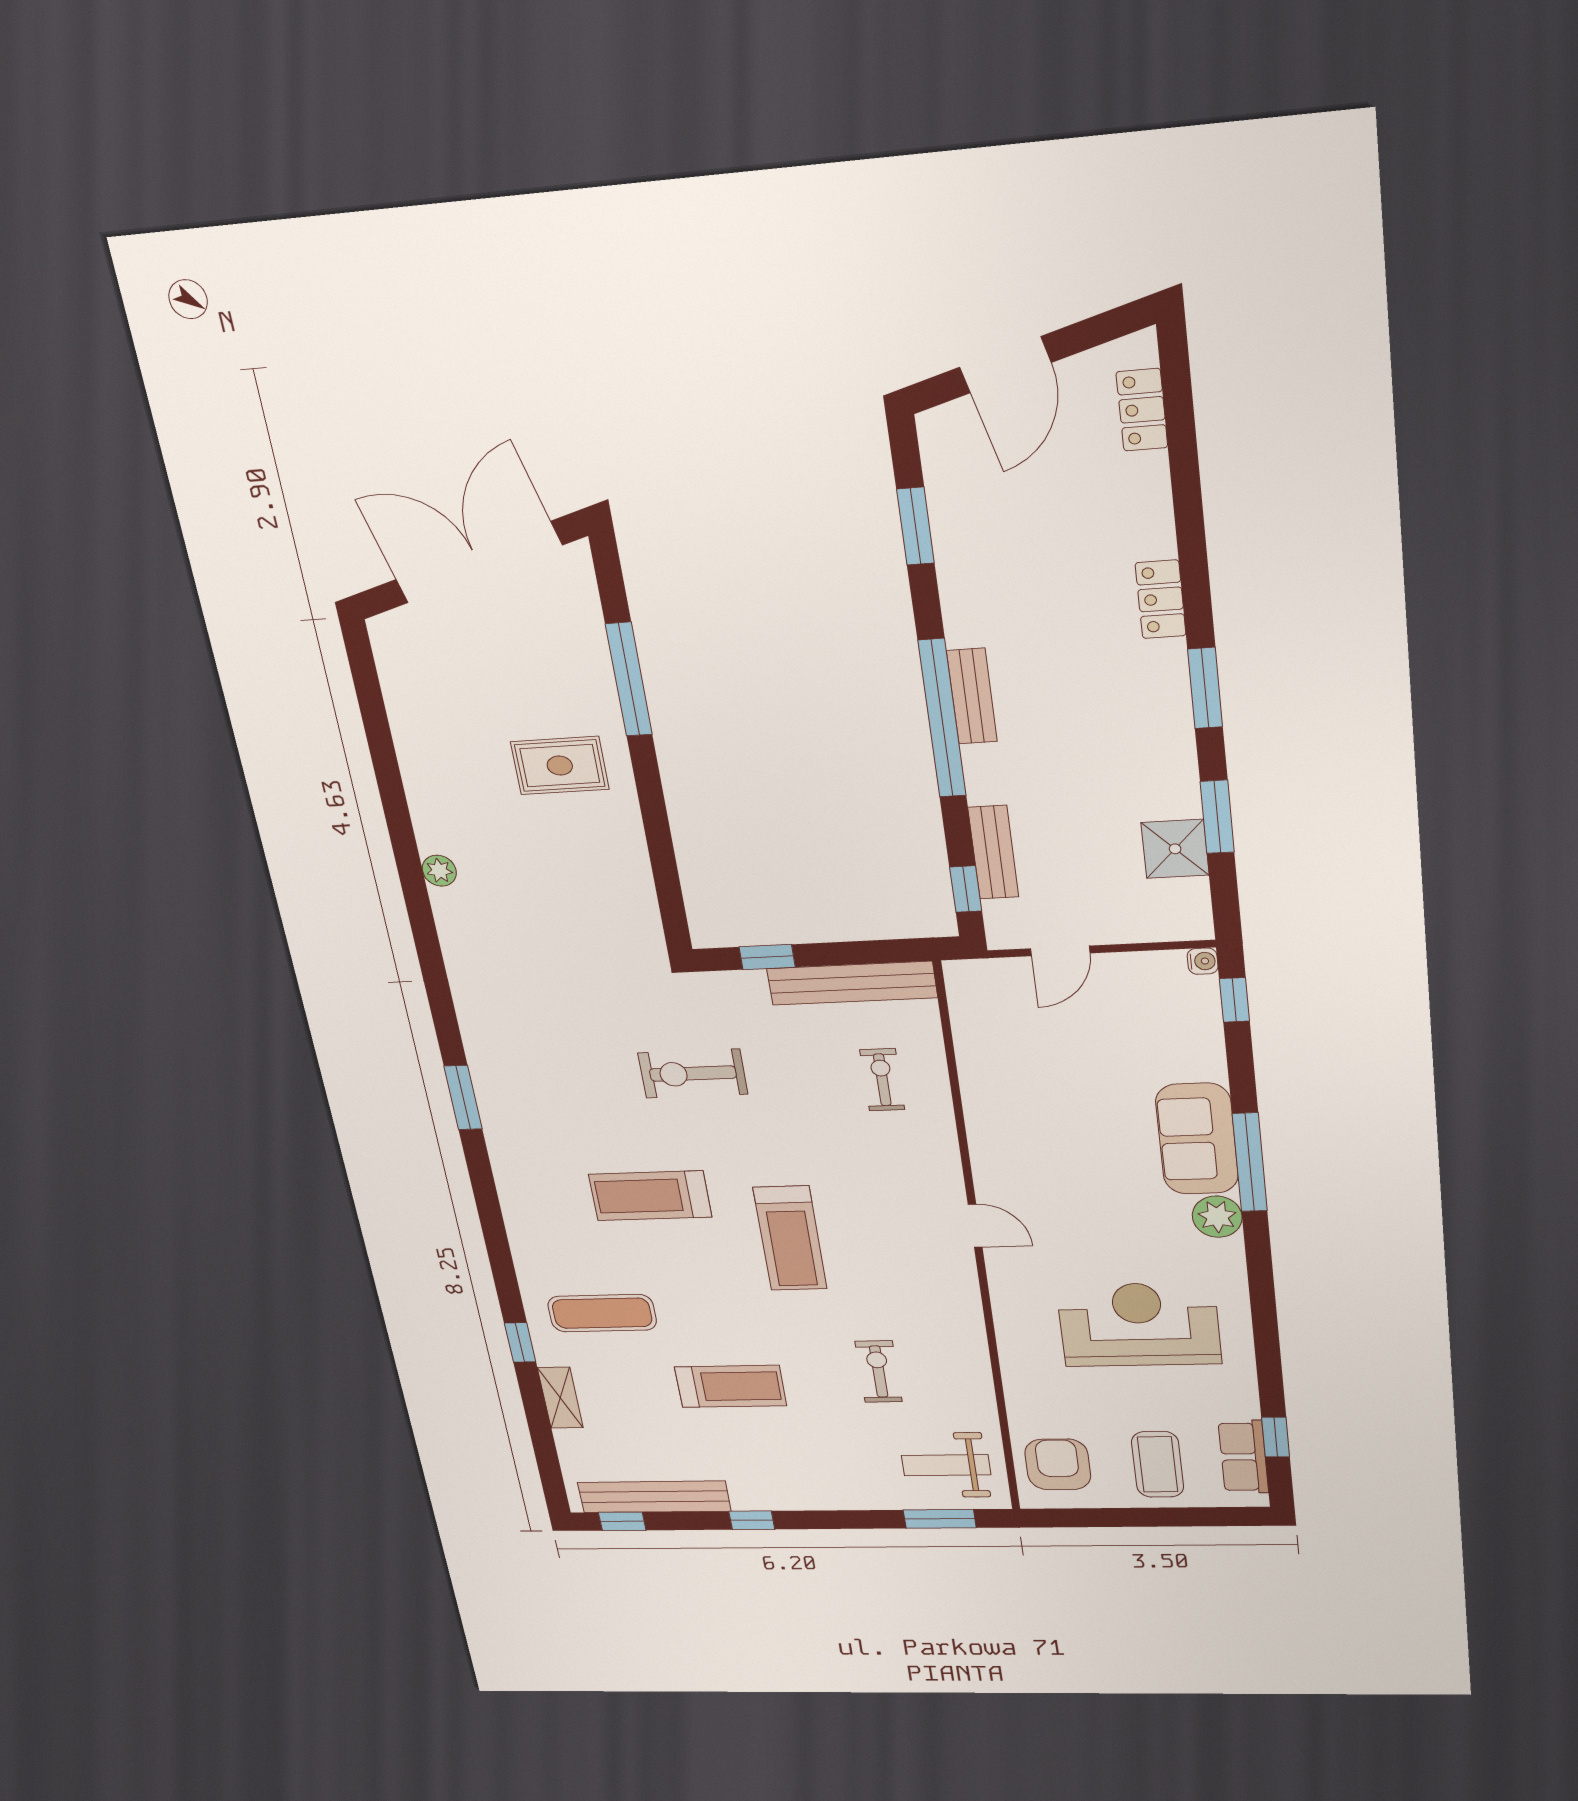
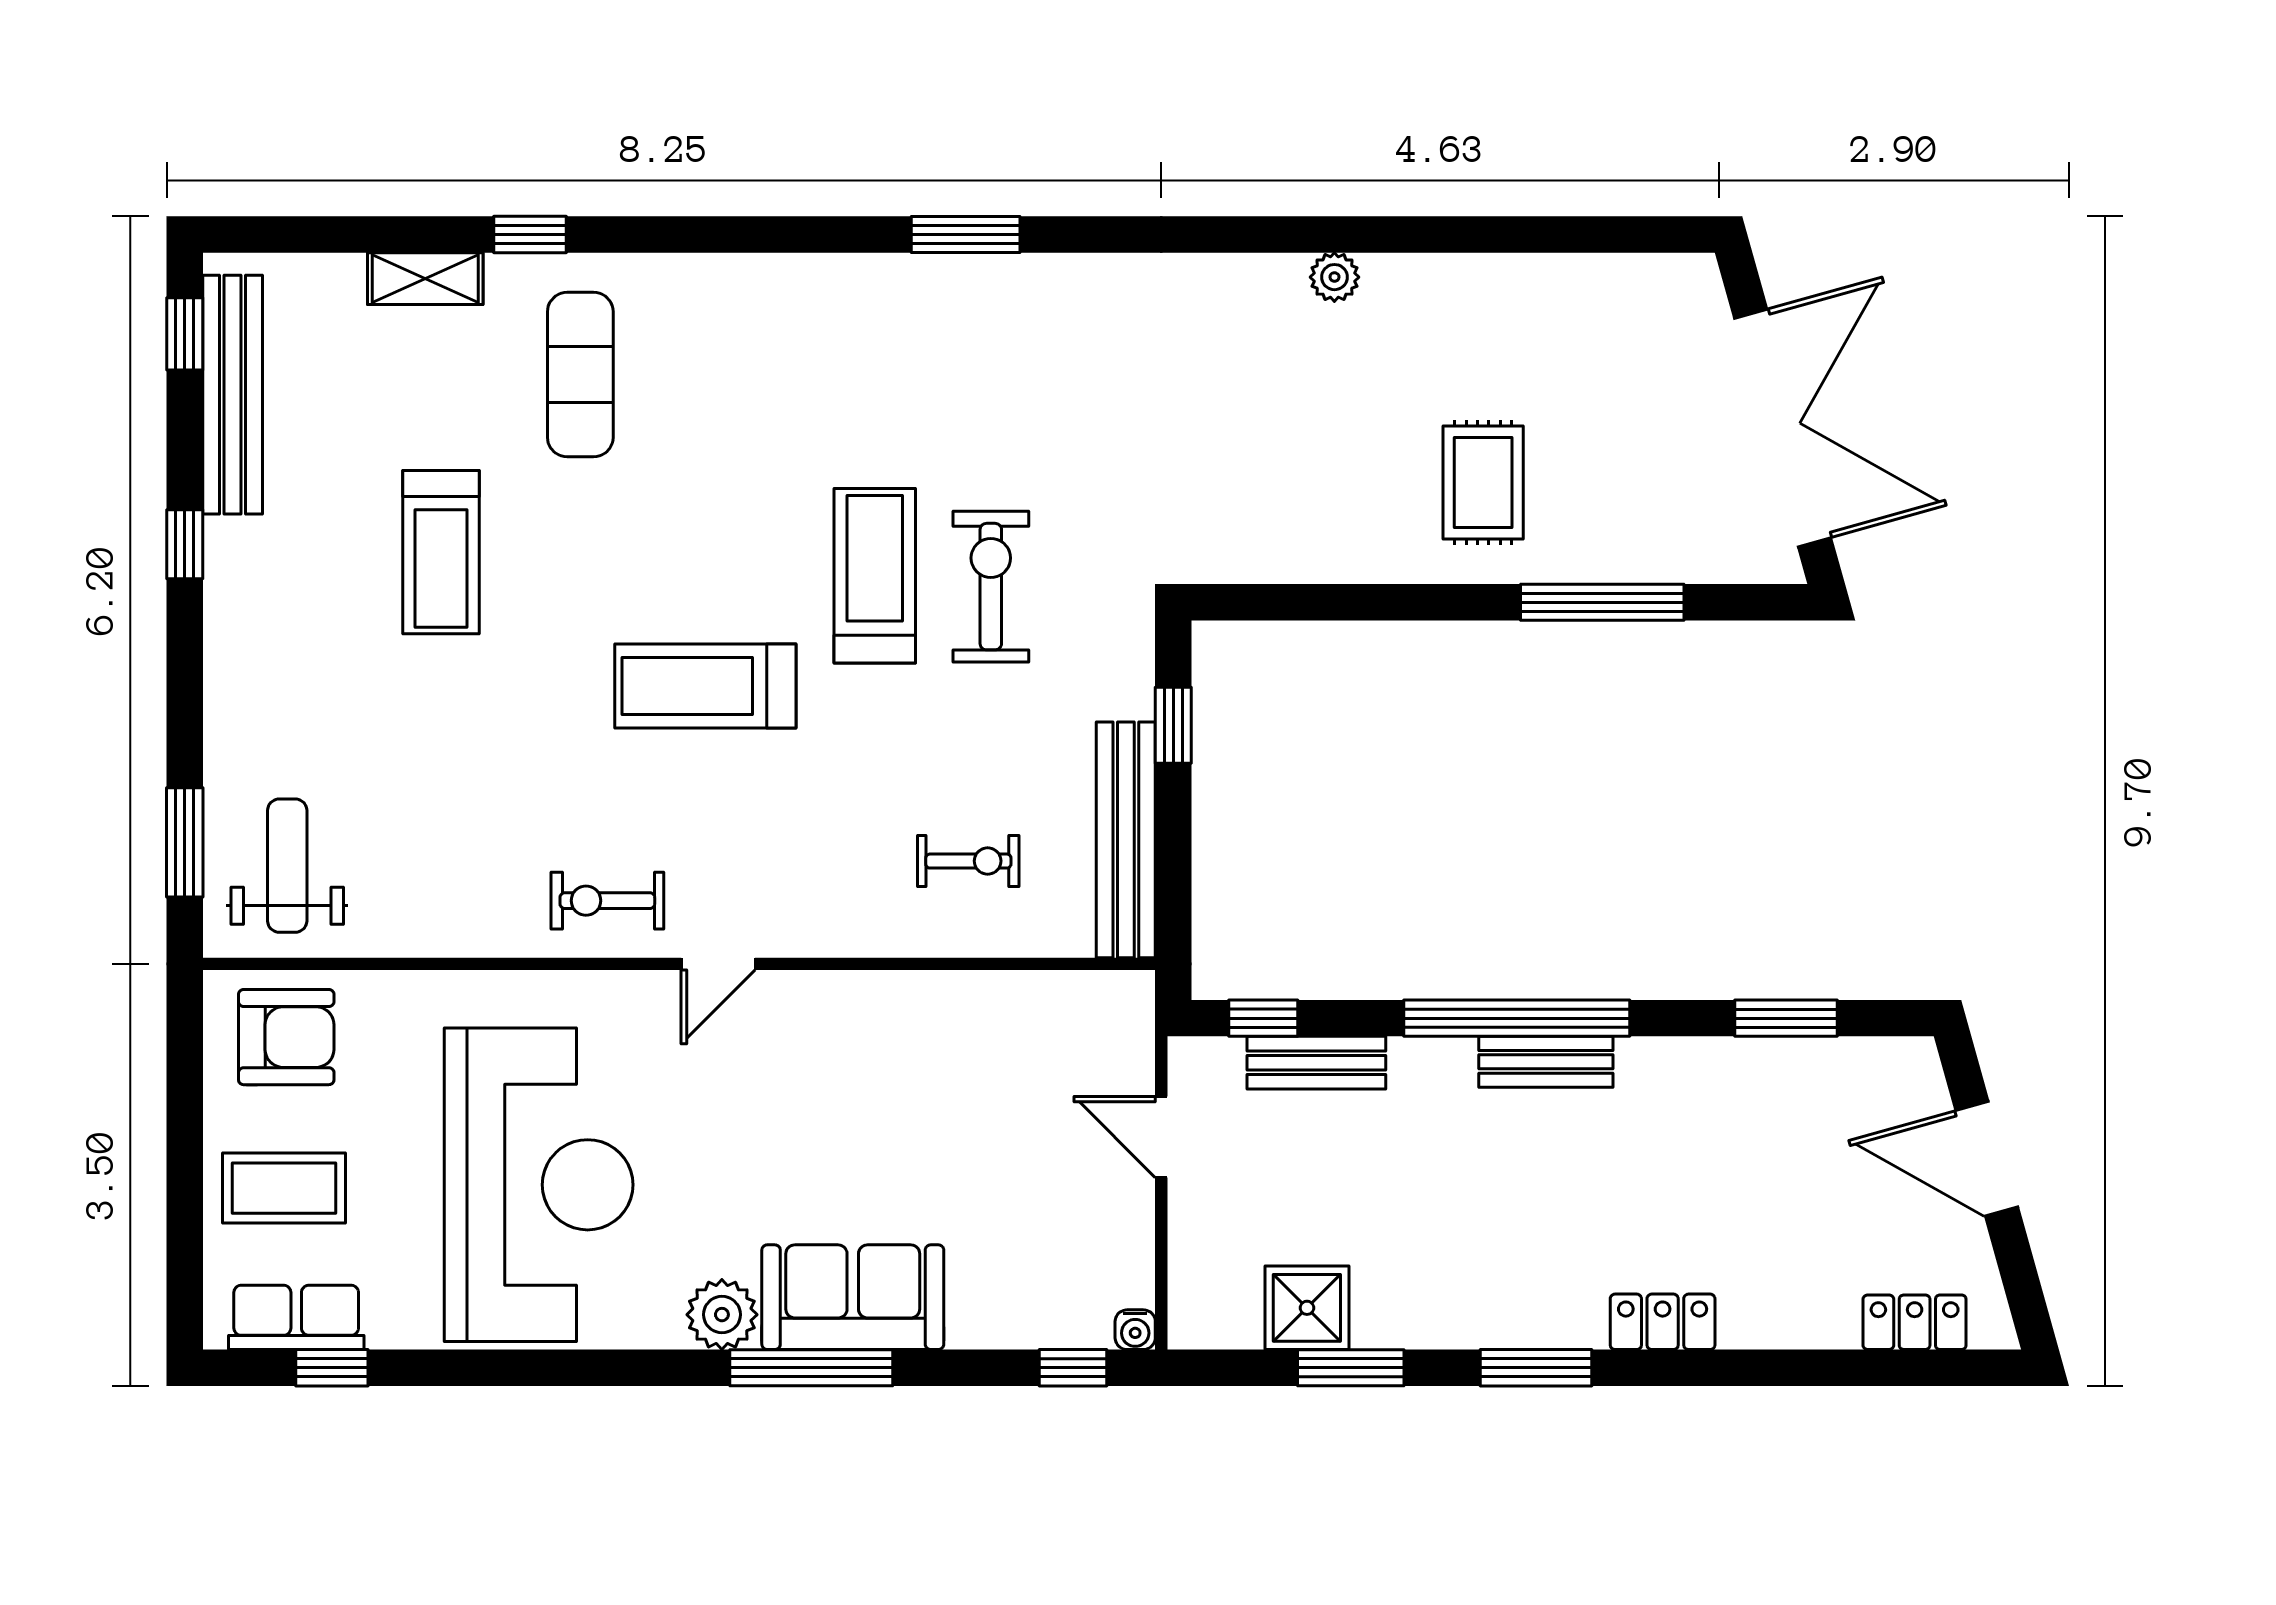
treadmill: (650, 1196) -> (875, 576), moved
reception desk: (1139, 1325) -> (539, 1185), width x1.36, depth x1.30
exercise bike: (879, 1372) -> (607, 901), moved, turned 180

